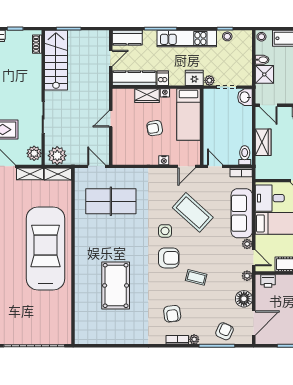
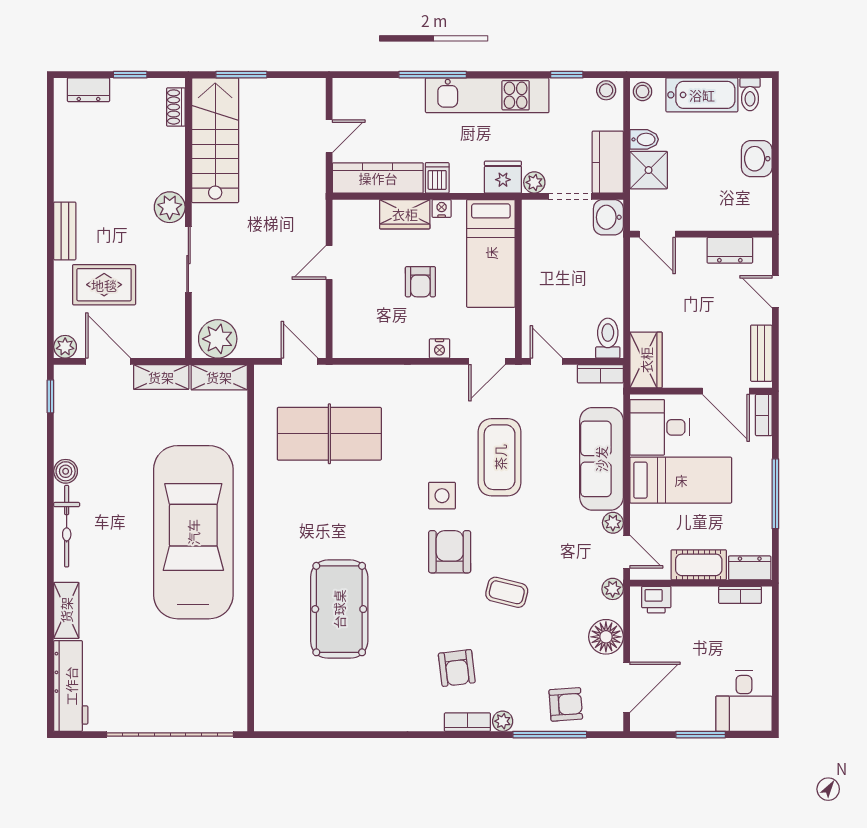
stool: (227, 36) -> (606, 90), moved
kitchen counter: (127, 38) -> (608, 162), moved, turned 90
armchair: (155, 128) -> (420, 282), turned -81
wardrobe: (263, 142) -> (646, 360), moved
plant: (34, 153) -> (170, 207), moved
coffee table: (193, 212) -> (500, 457), turned 48
armchair: (169, 258) -> (450, 552), turned -90
armchair: (225, 331) -> (566, 704), turned 61

